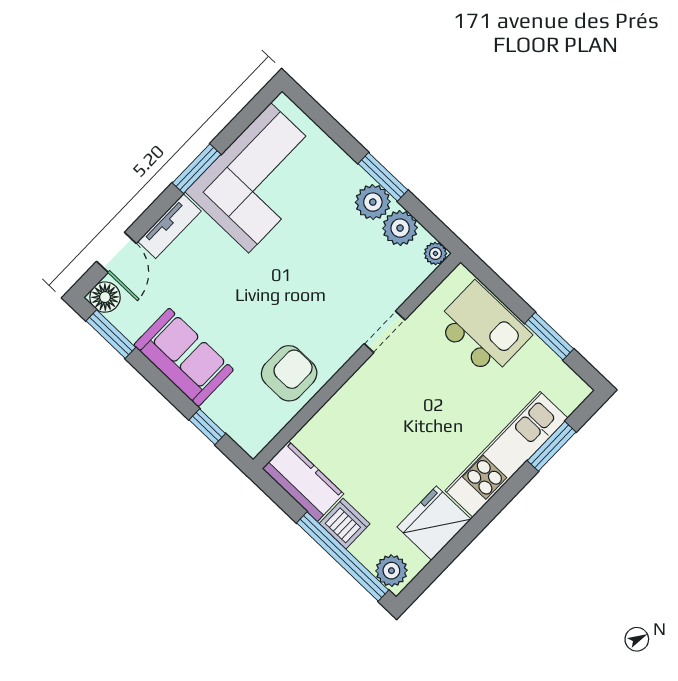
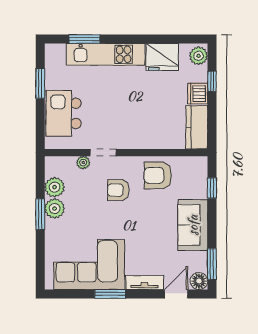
plant: (435, 253) -> (83, 163), moved
armchair: (319, 305) -> (118, 190), added
window: (343, 556) -> (212, 81), width x0.32

